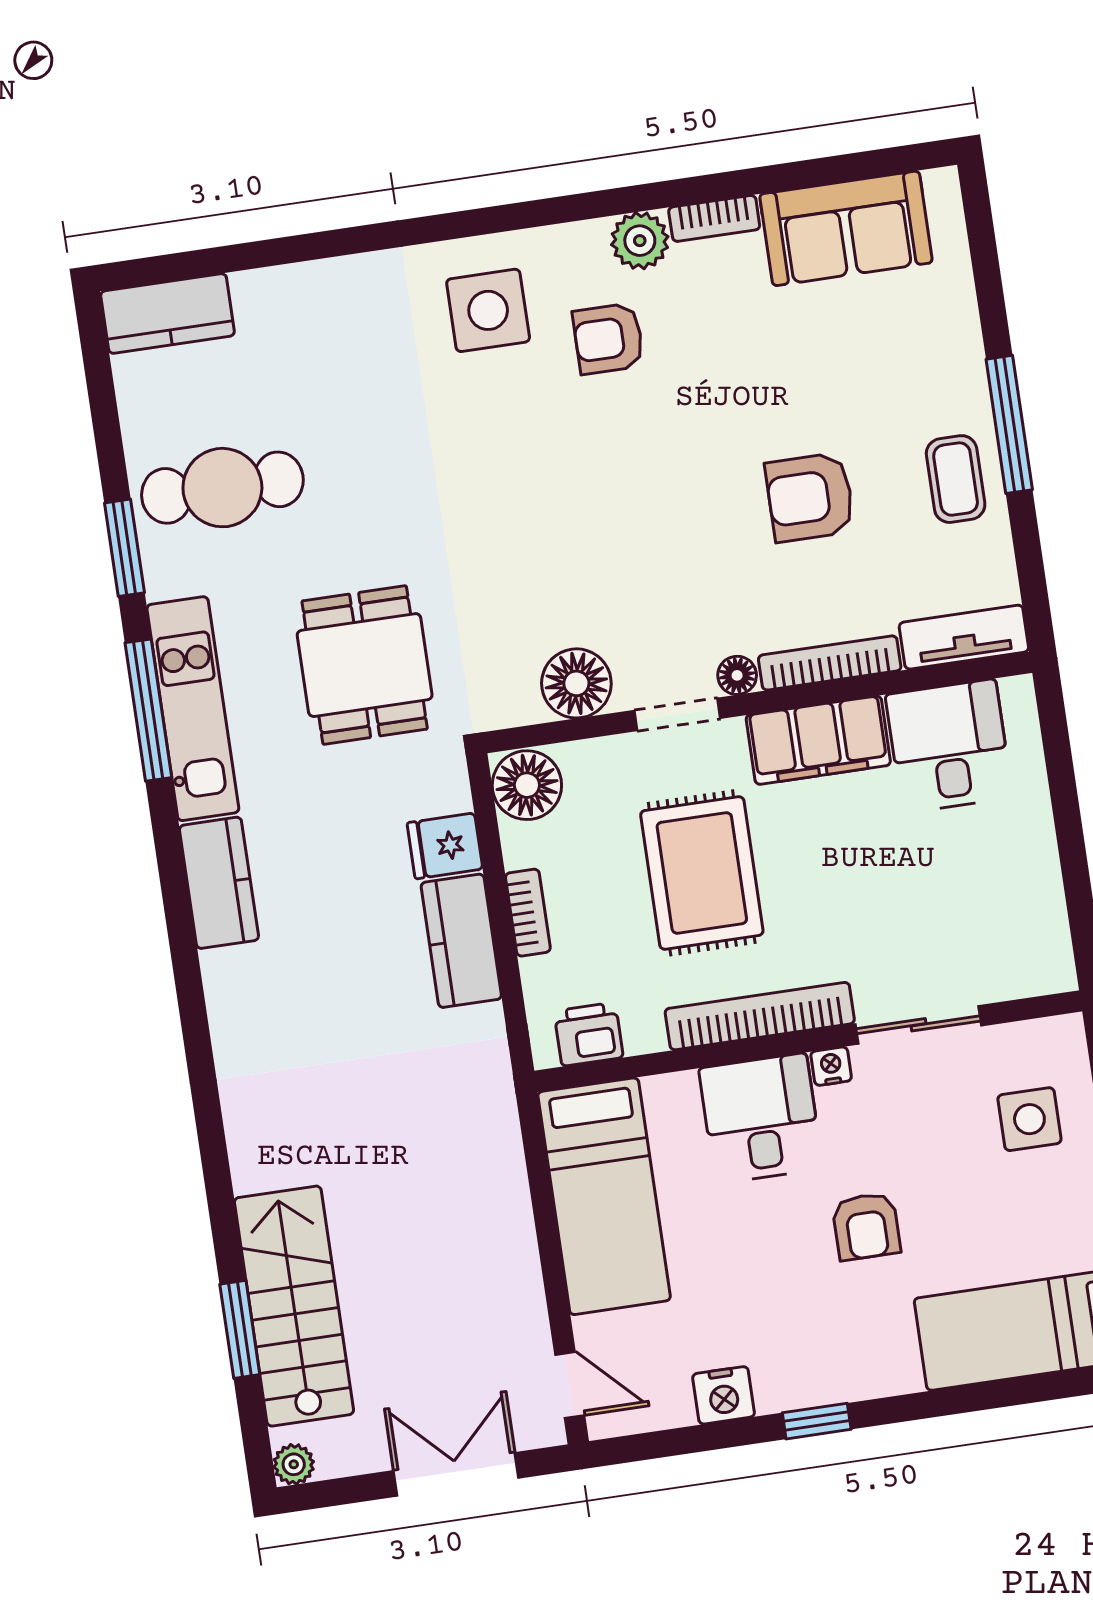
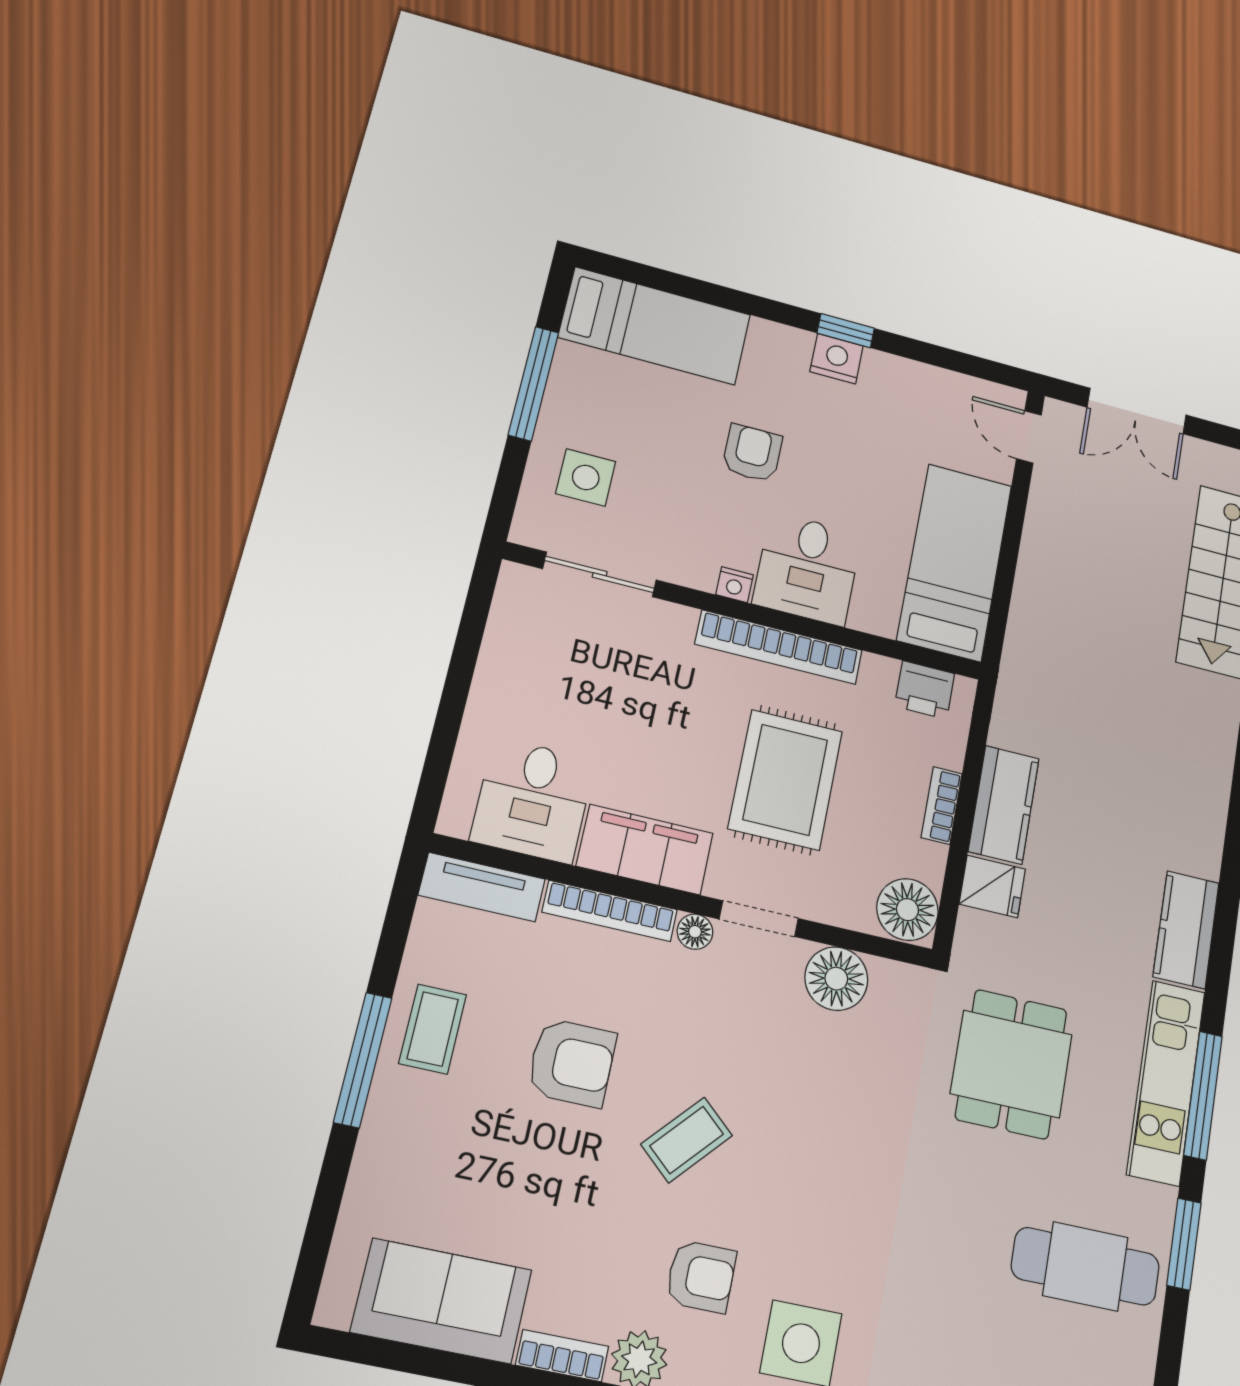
coffee table: (670, 464) -> (687, 1140), added
sliding door: (918, 1025) -> (600, 574), moved
nightstand: (724, 1395) -> (837, 359), moved

